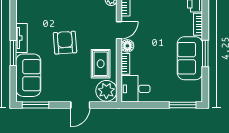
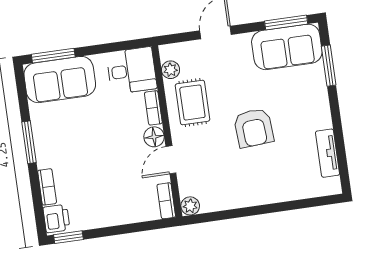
tv unit: (22, 38) -> (328, 153), moved
window: (13, 53) -> (329, 66), moved
sofa: (190, 58) -> (60, 80), moved, turned 90
sofa: (28, 75) -> (287, 47), moved, turned -90
plant: (106, 91) -> (171, 70), width x0.53, depth x0.53

